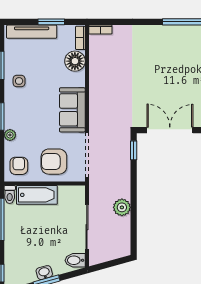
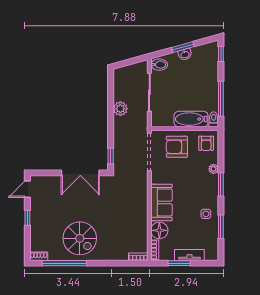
tv unit: (32, 32) -> (189, 255), width x0.71
spiral stairs: (171, 52) -> (80, 238), added
sofa: (72, 110) -> (162, 202), moved
armchair: (54, 162) -> (177, 147), turned 180

